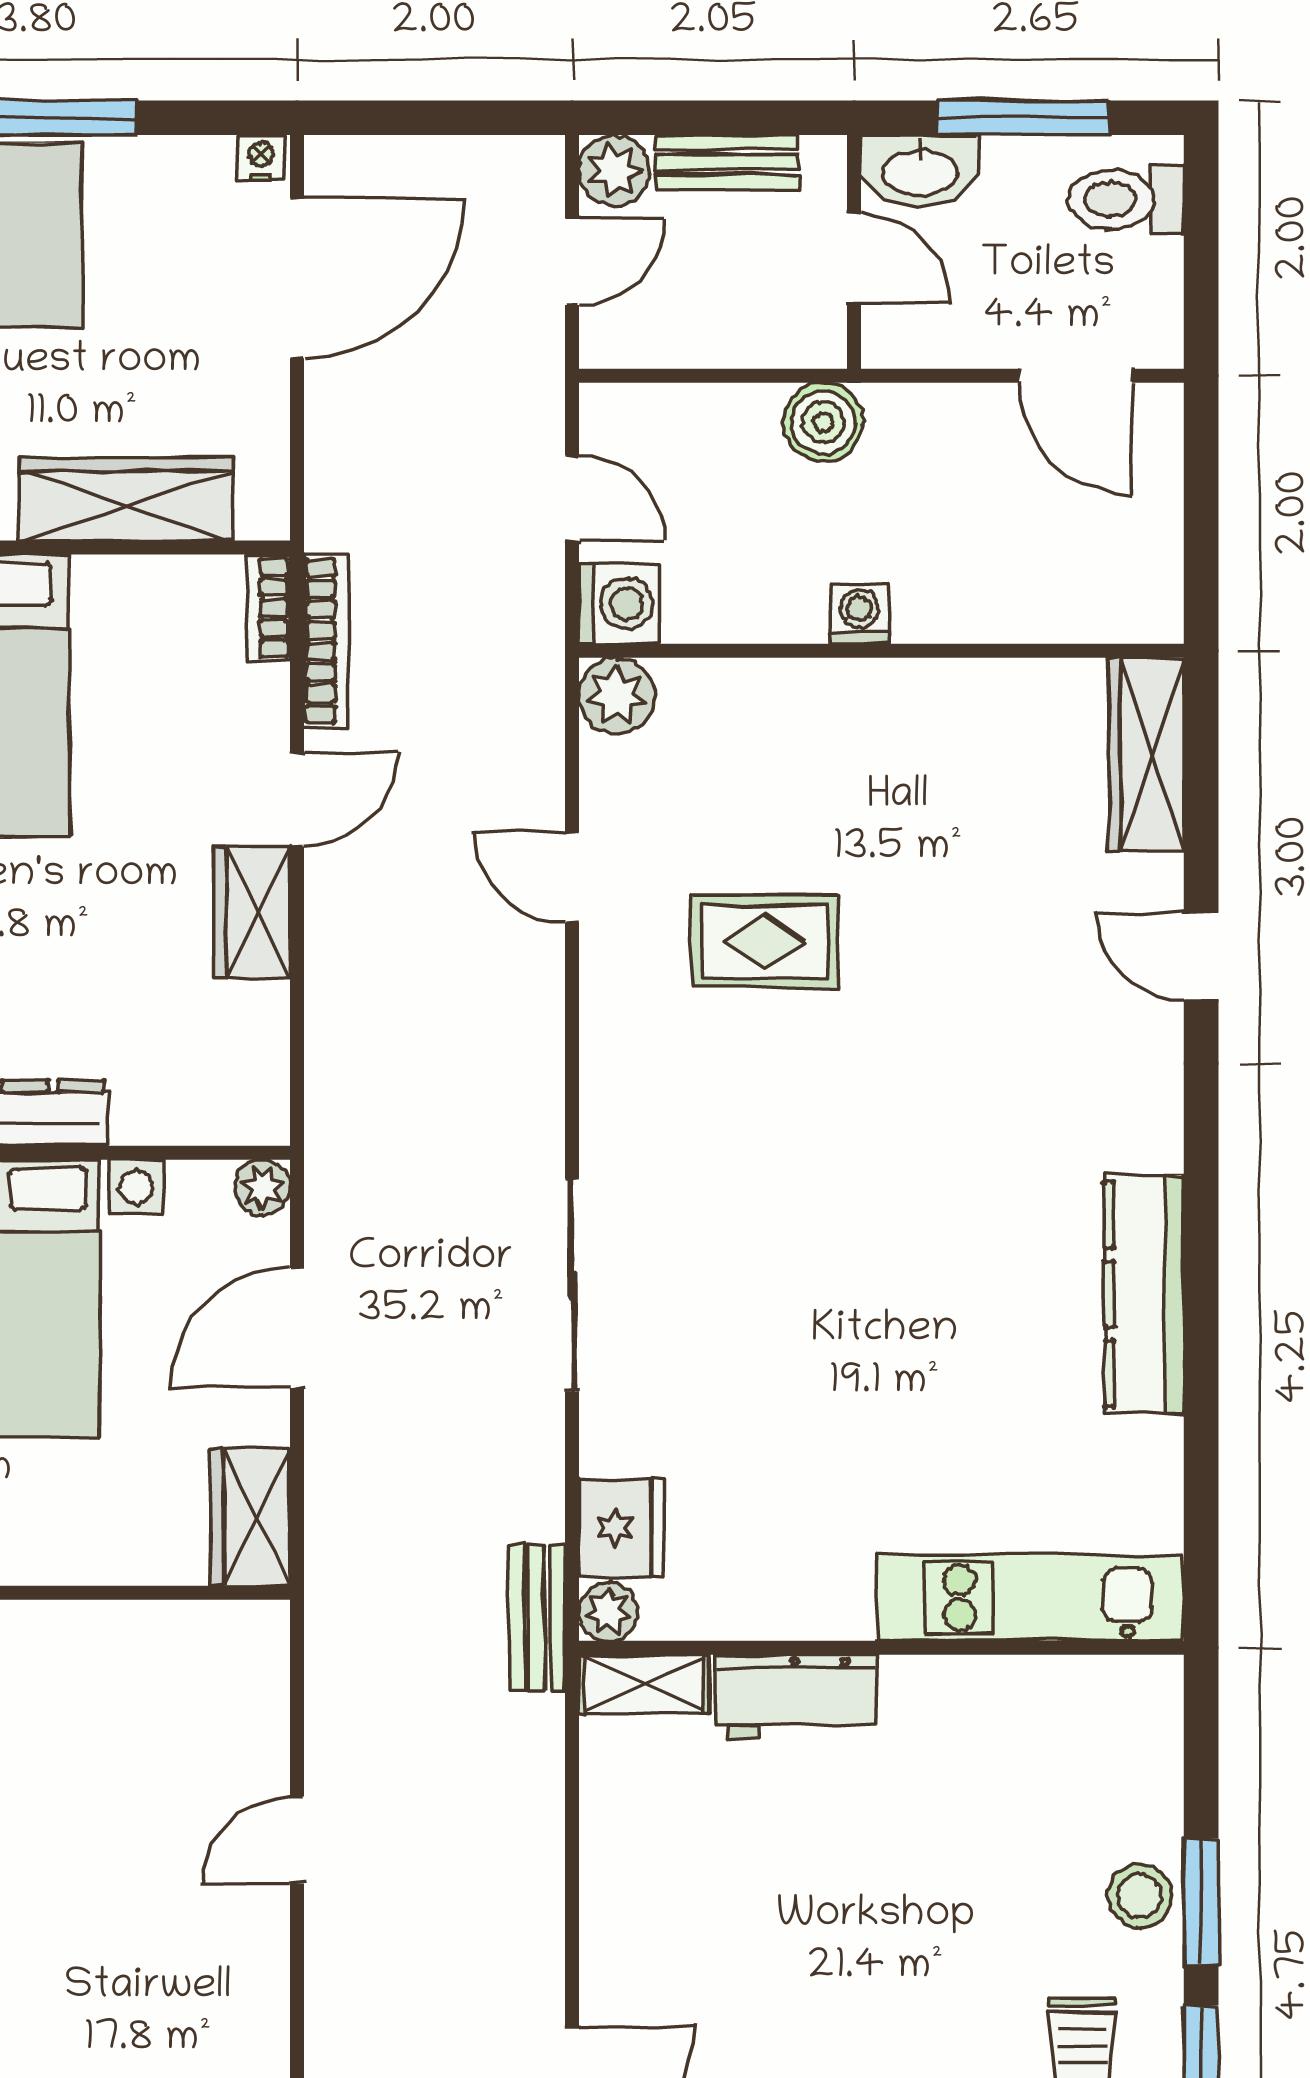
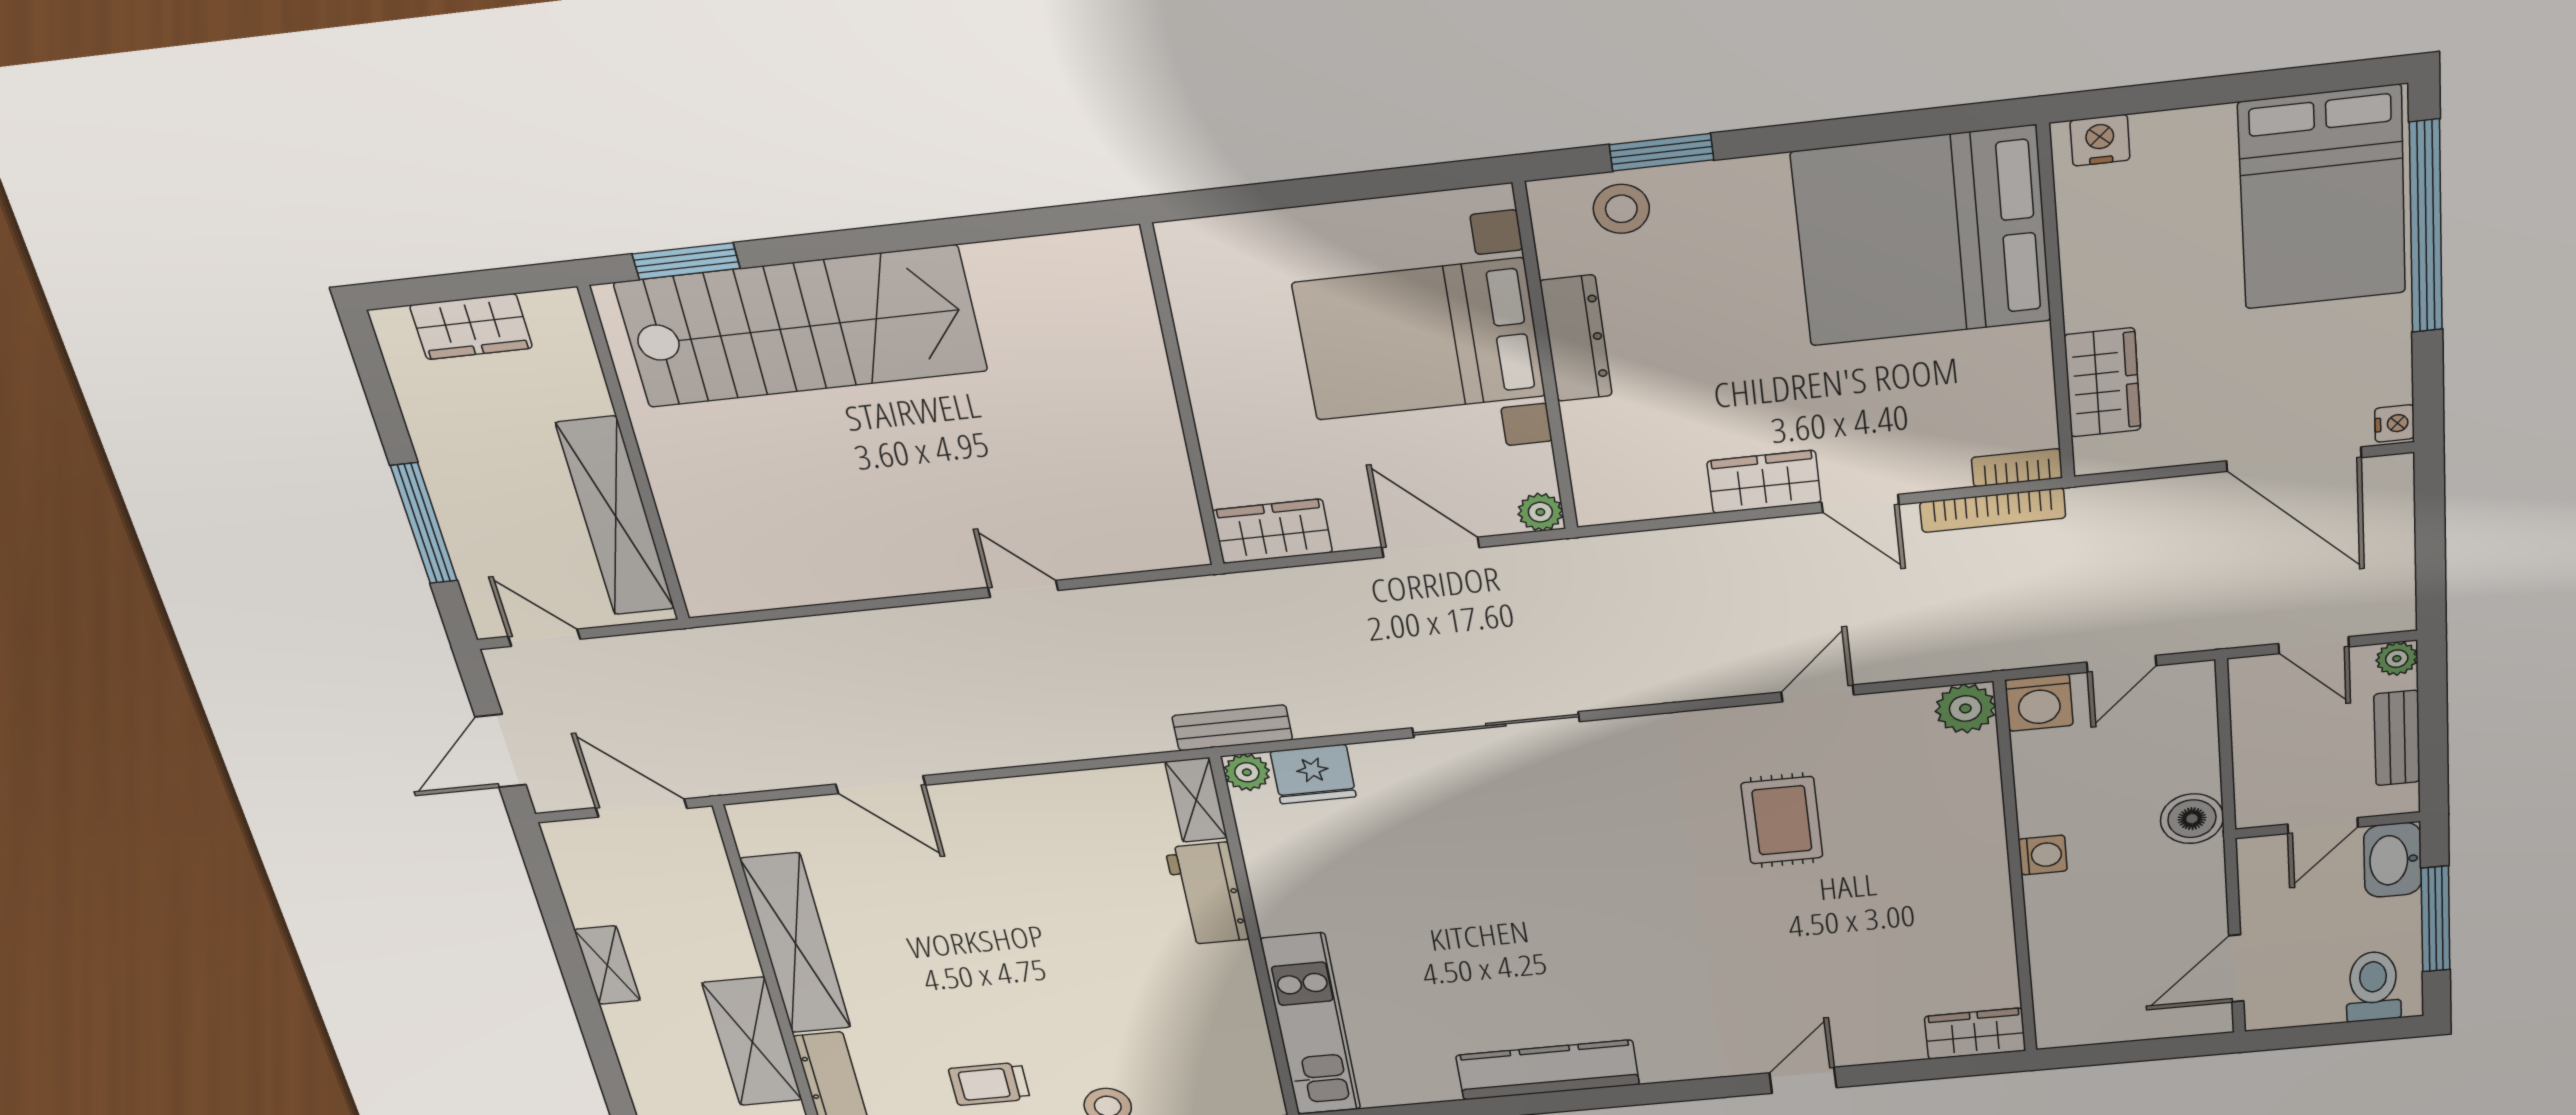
plant: (614, 170) -> (2397, 659), width x0.73, depth x0.73
wardrobe: (126, 499) -> (2102, 383), width x0.67
wardrobe: (1147, 754) -> (1975, 1034), width x0.67

